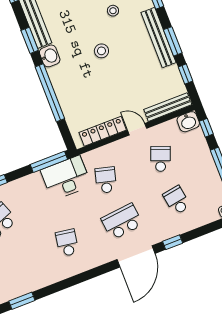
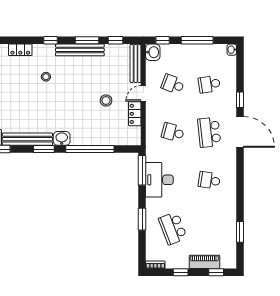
stool: (101, 51) -> (106, 100), moved
locker: (103, 131) -> (135, 114), width x0.66
desk: (66, 178) -> (159, 180), moved

